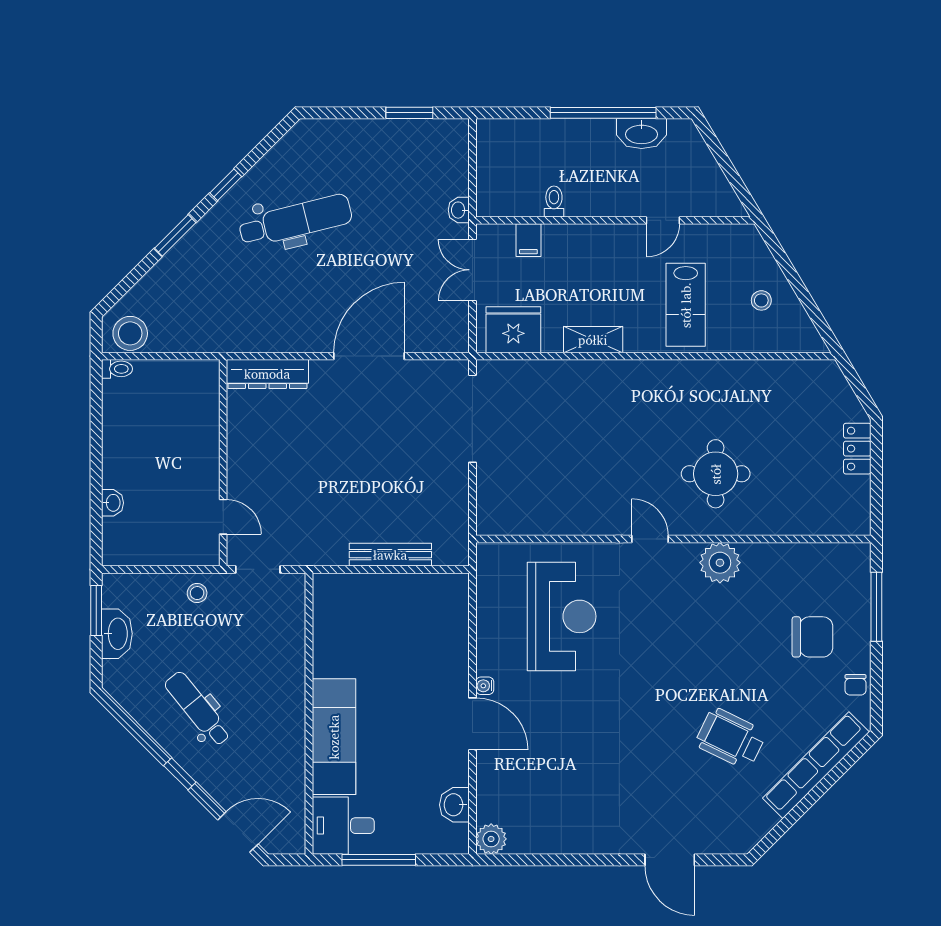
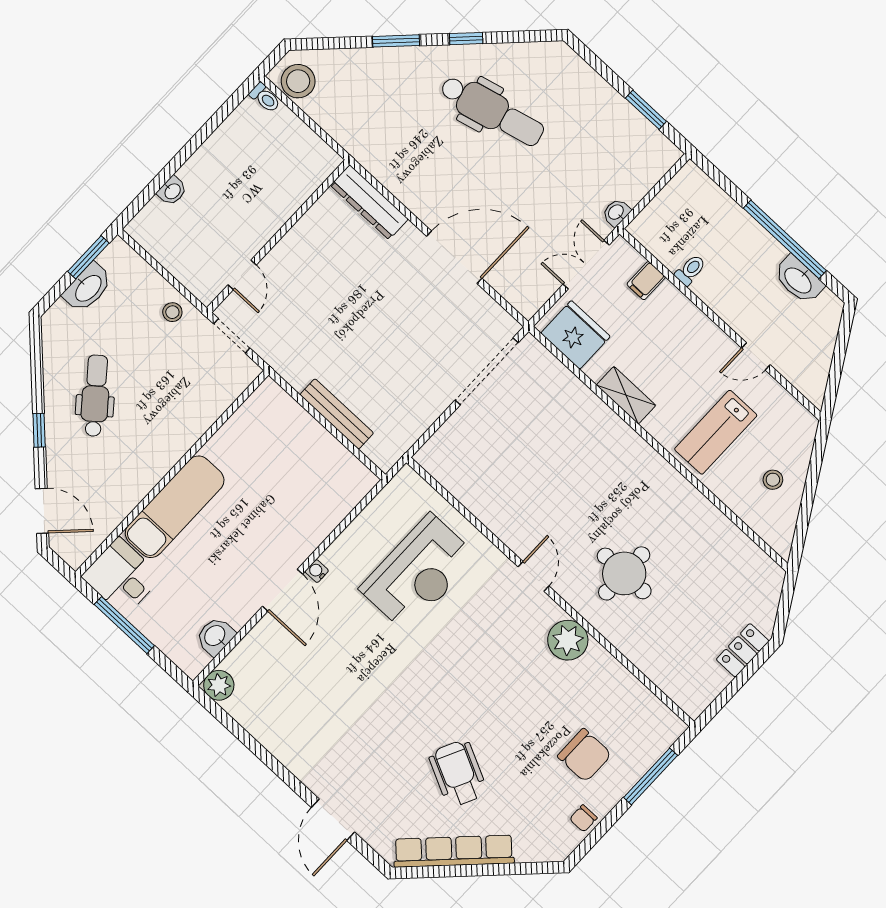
row of seats: (816, 765) -> (454, 851), moved

